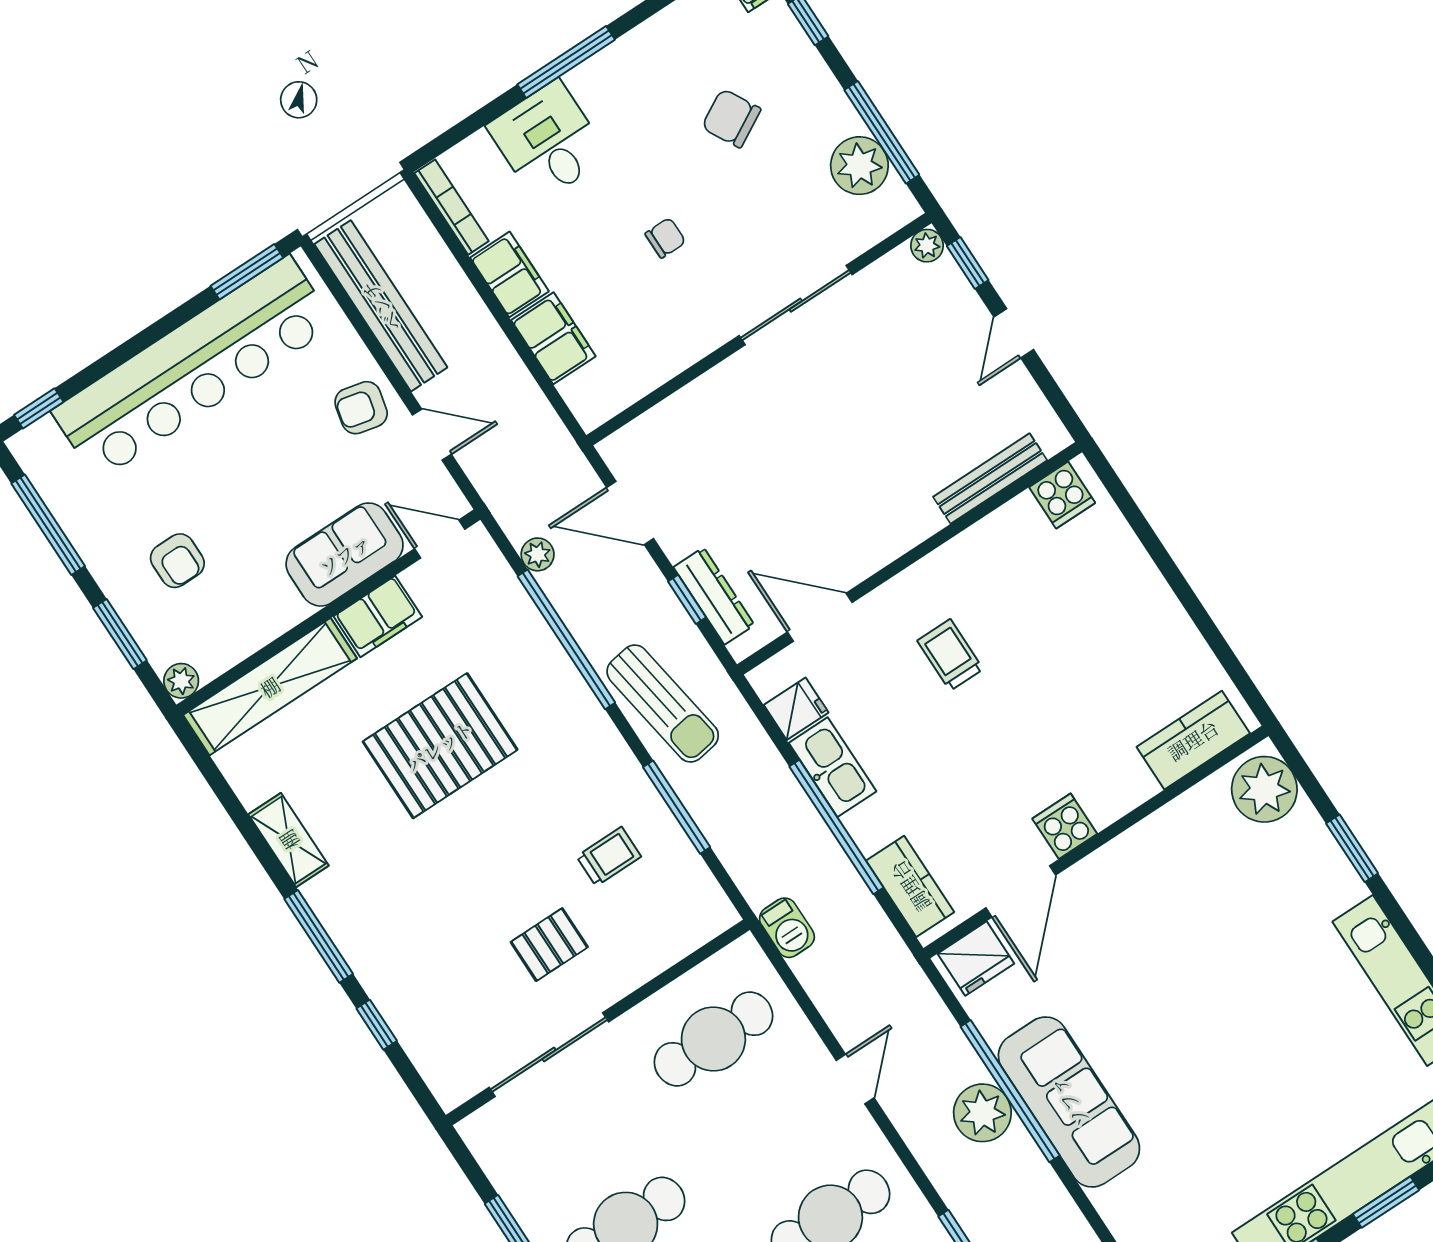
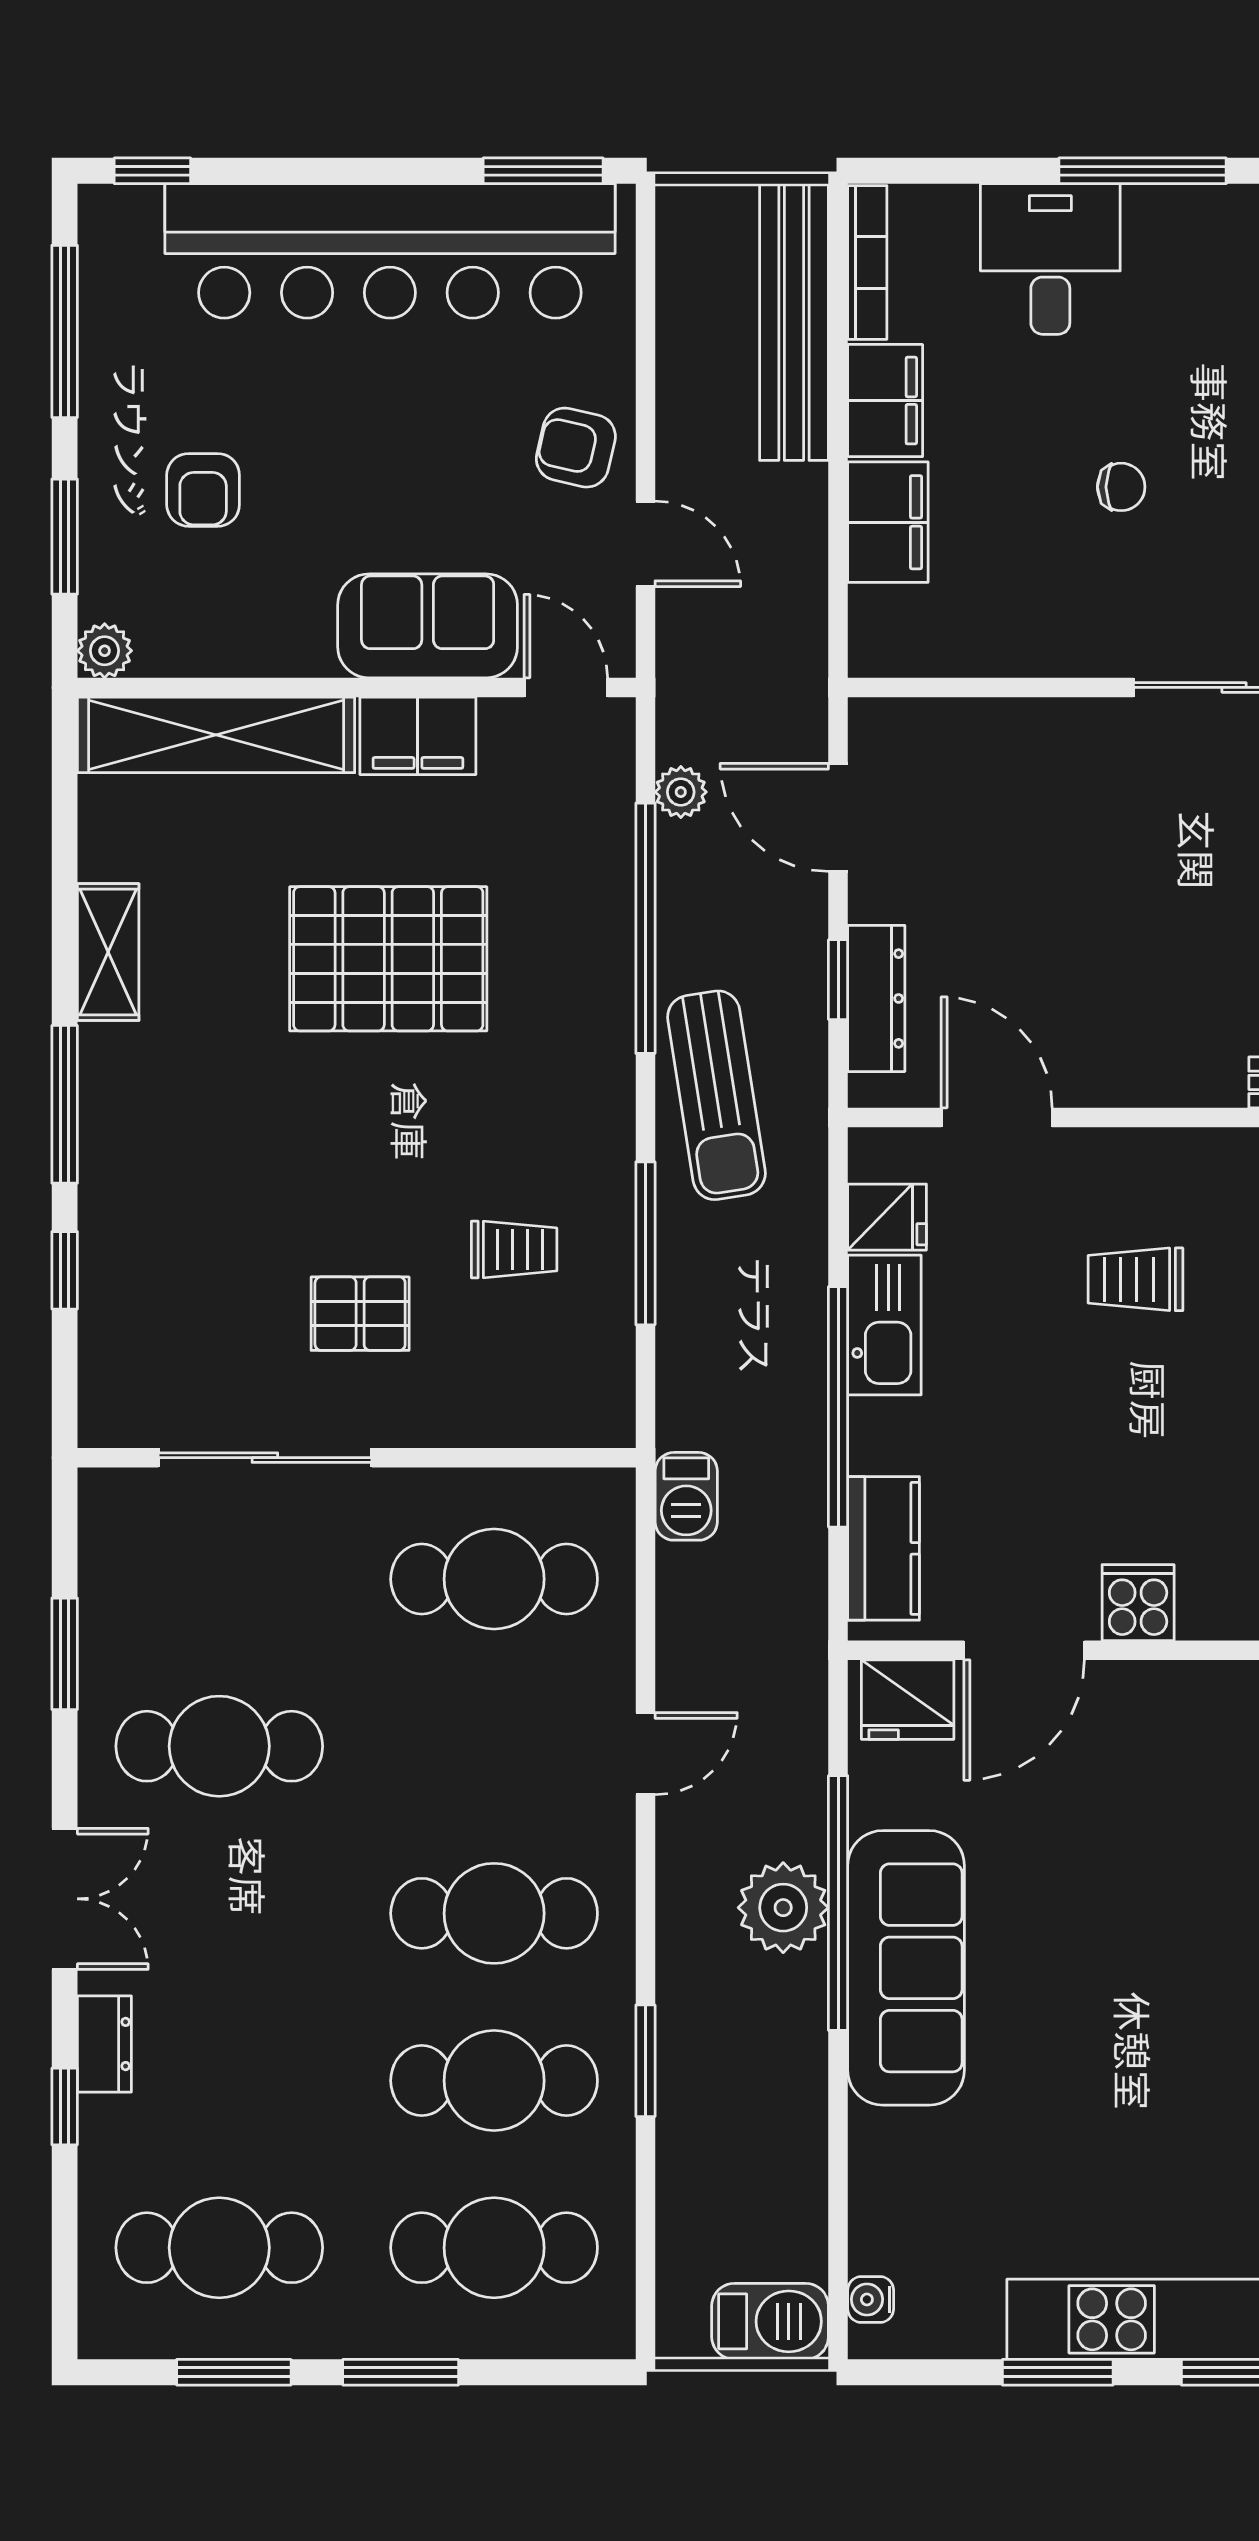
bench: (381, 306) -> (794, 322), moved
trolley: (950, 655) -> (1135, 1279), turned -90

